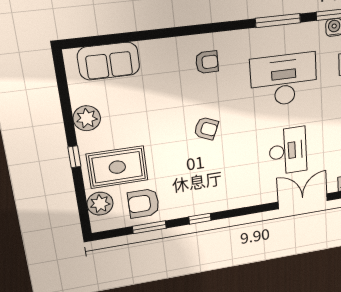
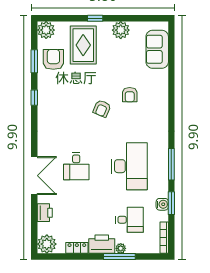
armchair: (207, 62) -> (130, 95), moved
desk: (288, 151) -> (76, 166), width x0.73
plant: (100, 204) -> (46, 30), moved

